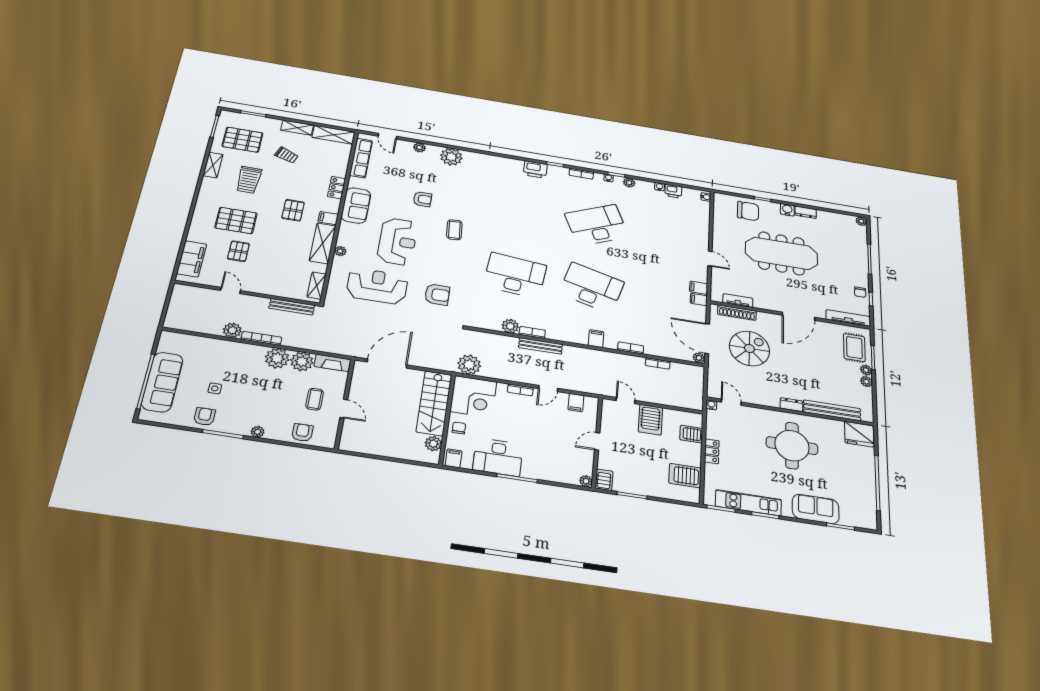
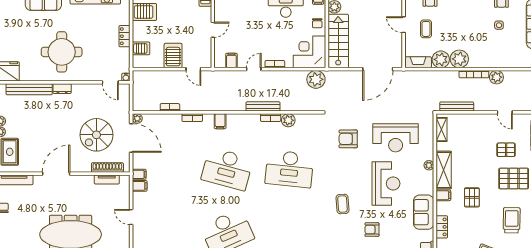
reception desk: (397, 241) -> (386, 184), turned 180
pallet: (238, 251) -> (506, 150), turned 90

